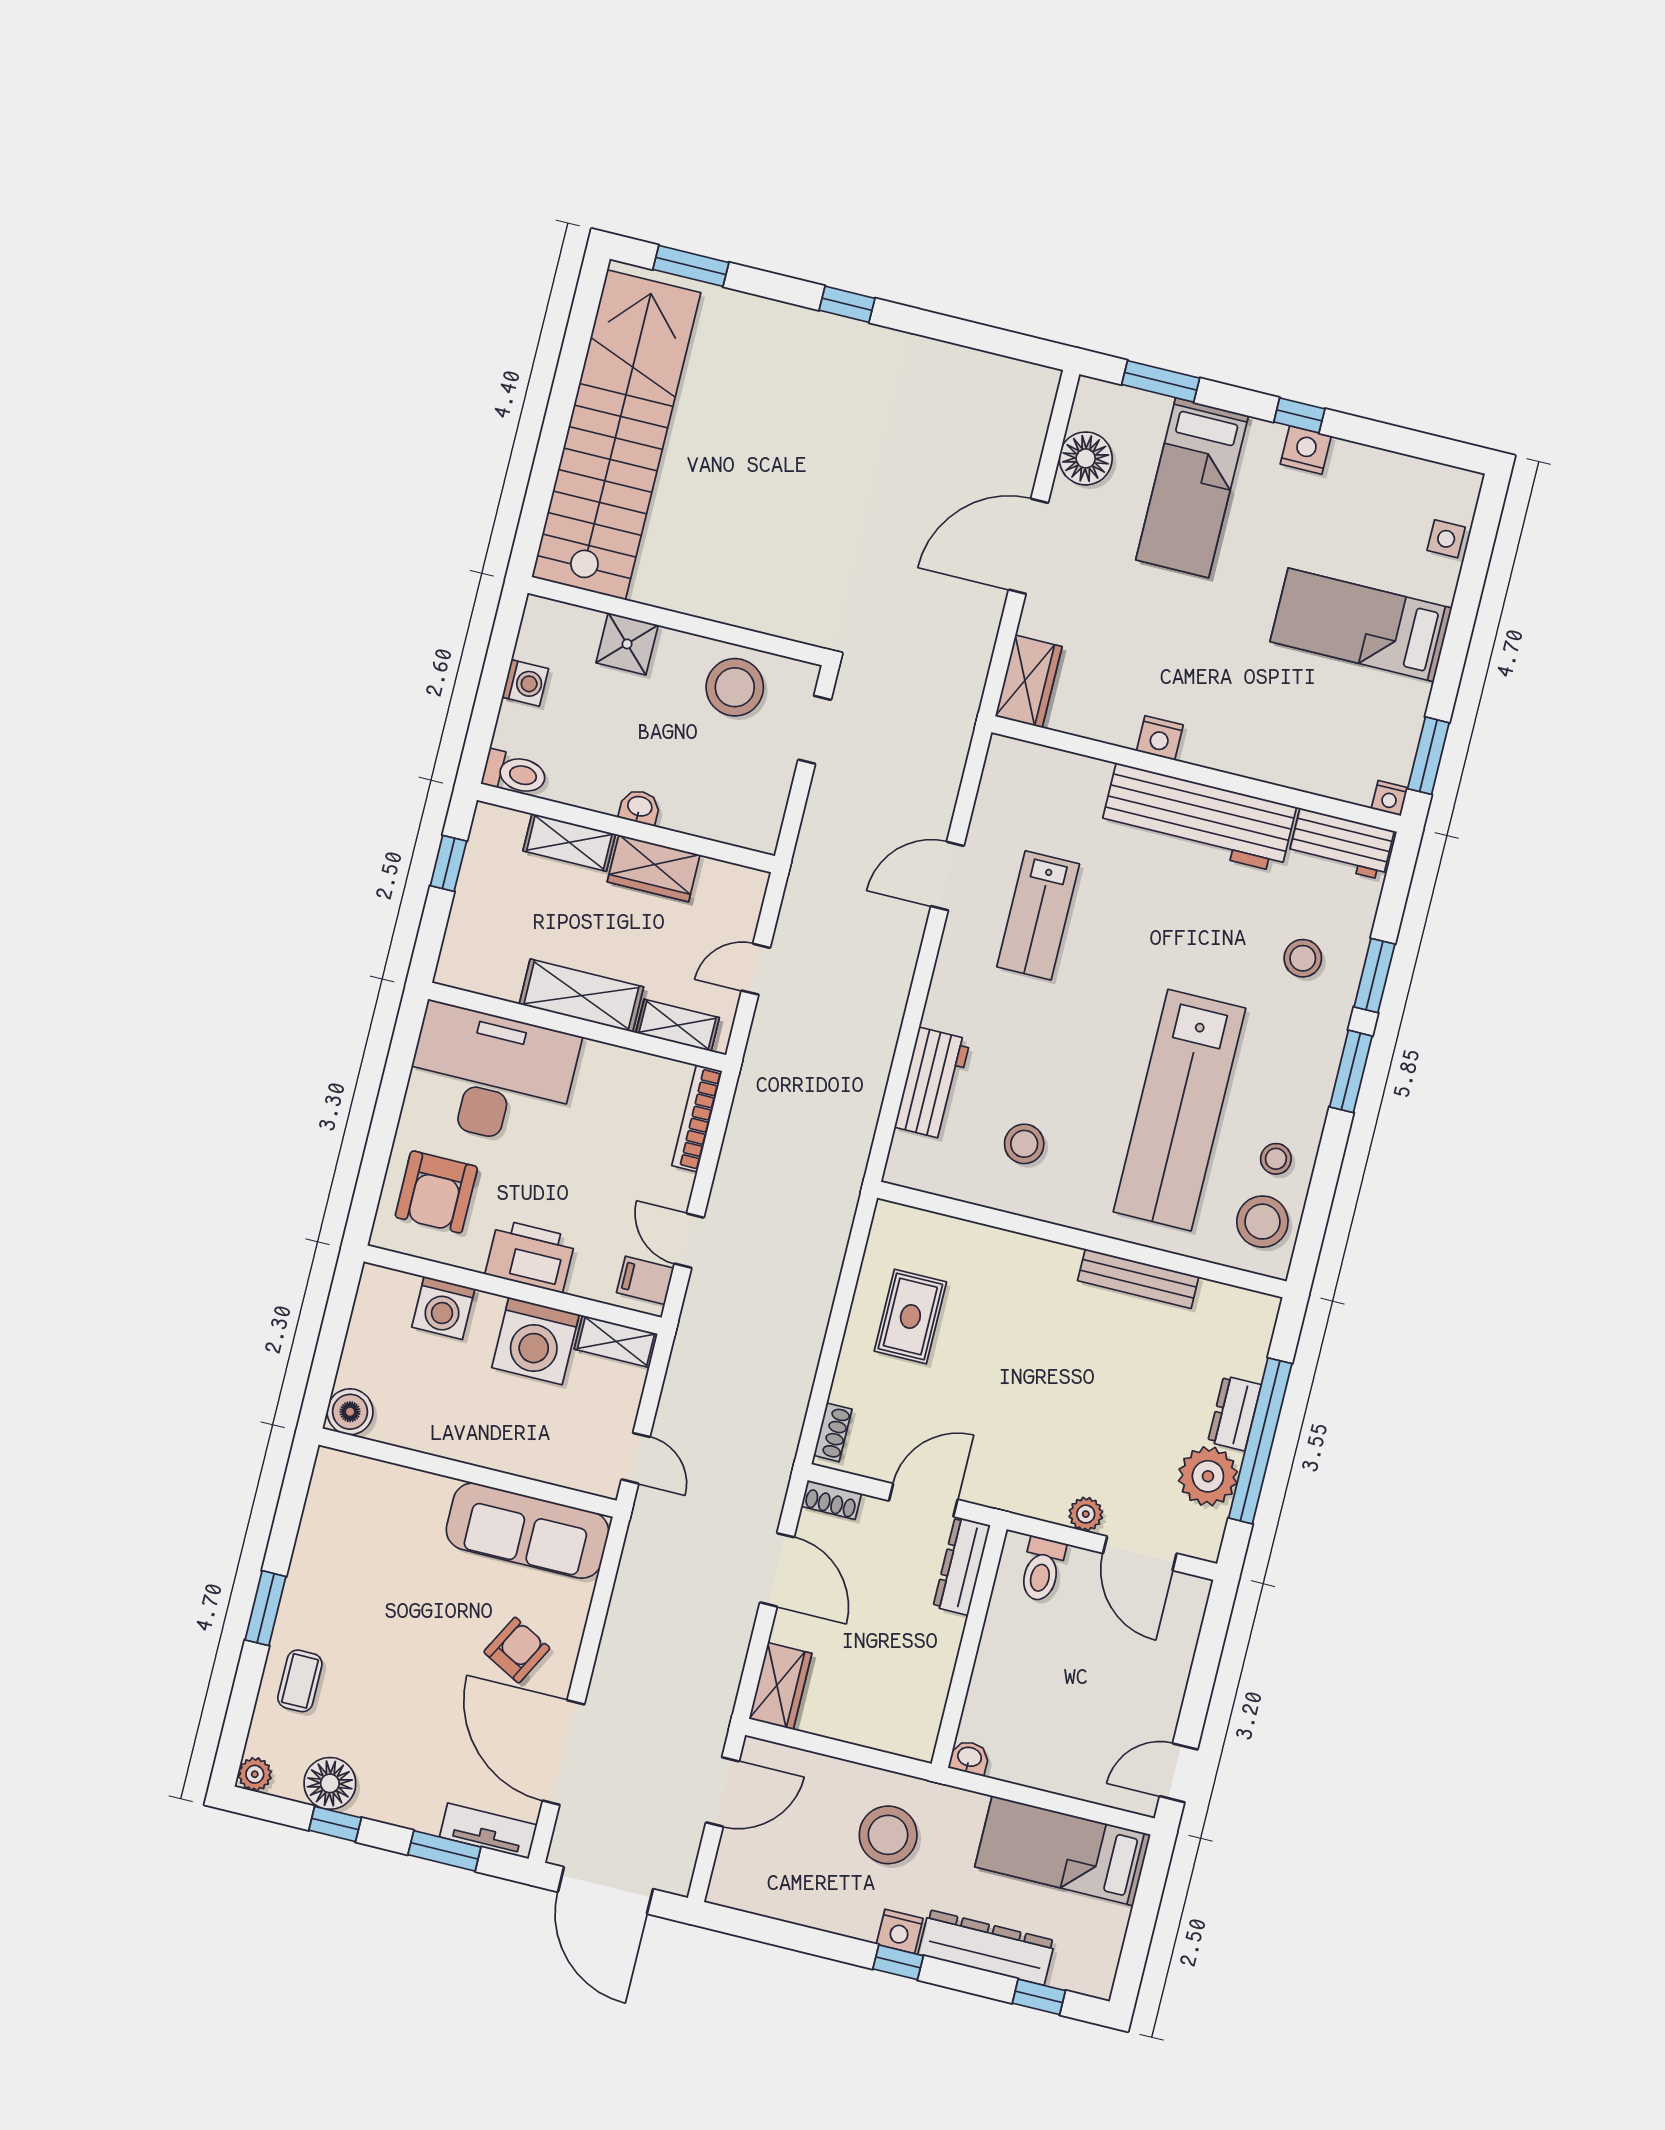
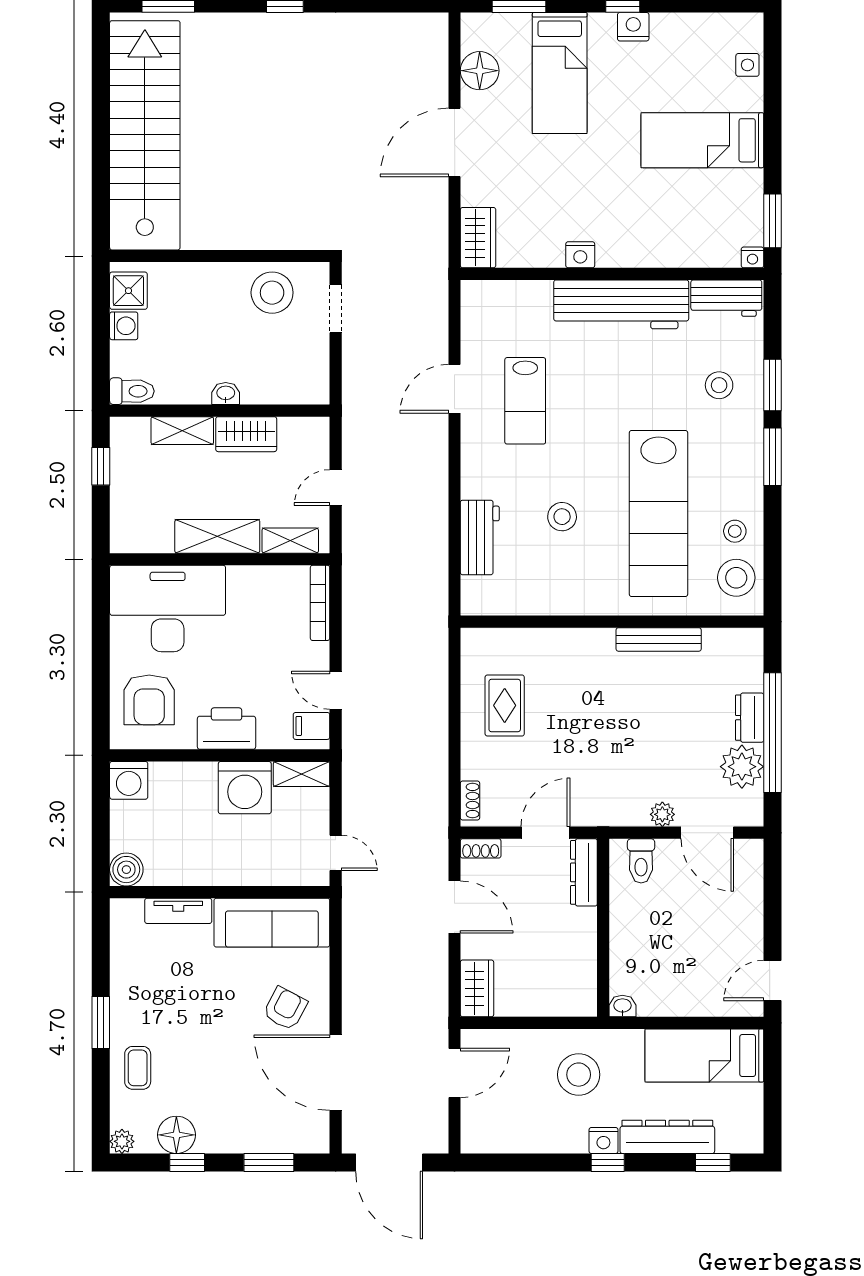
shower: (627, 644) -> (128, 291), moved
stool: (1024, 1144) -> (562, 517), moved
washing machine: (443, 1308) -> (129, 780), moved
tv unit: (488, 1831) -> (178, 911), moved, turned 180

